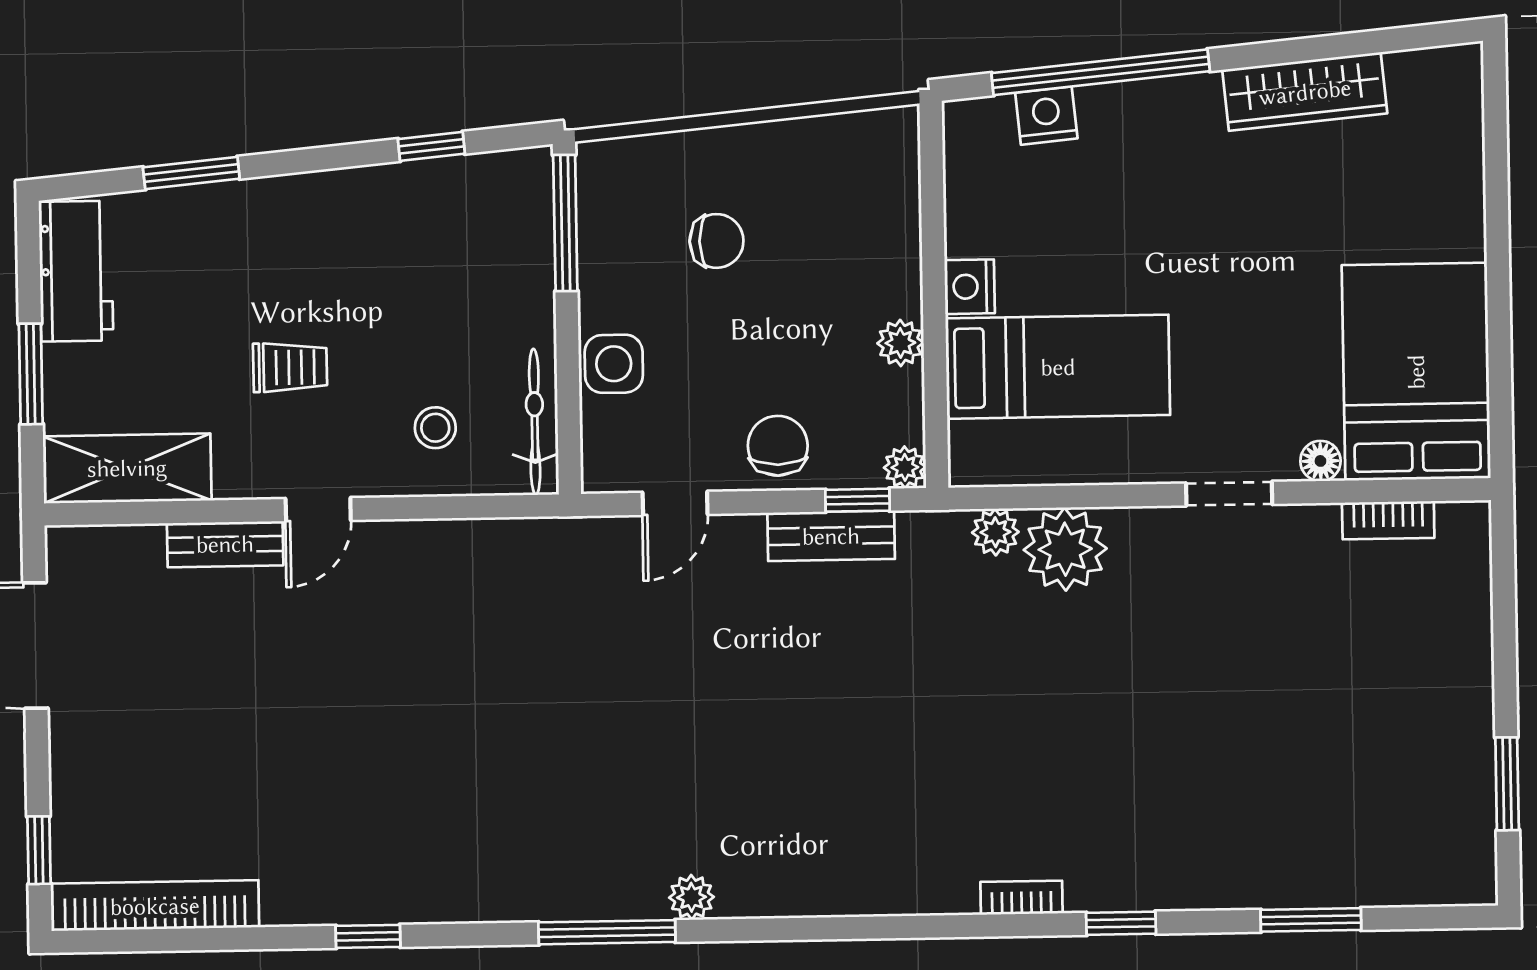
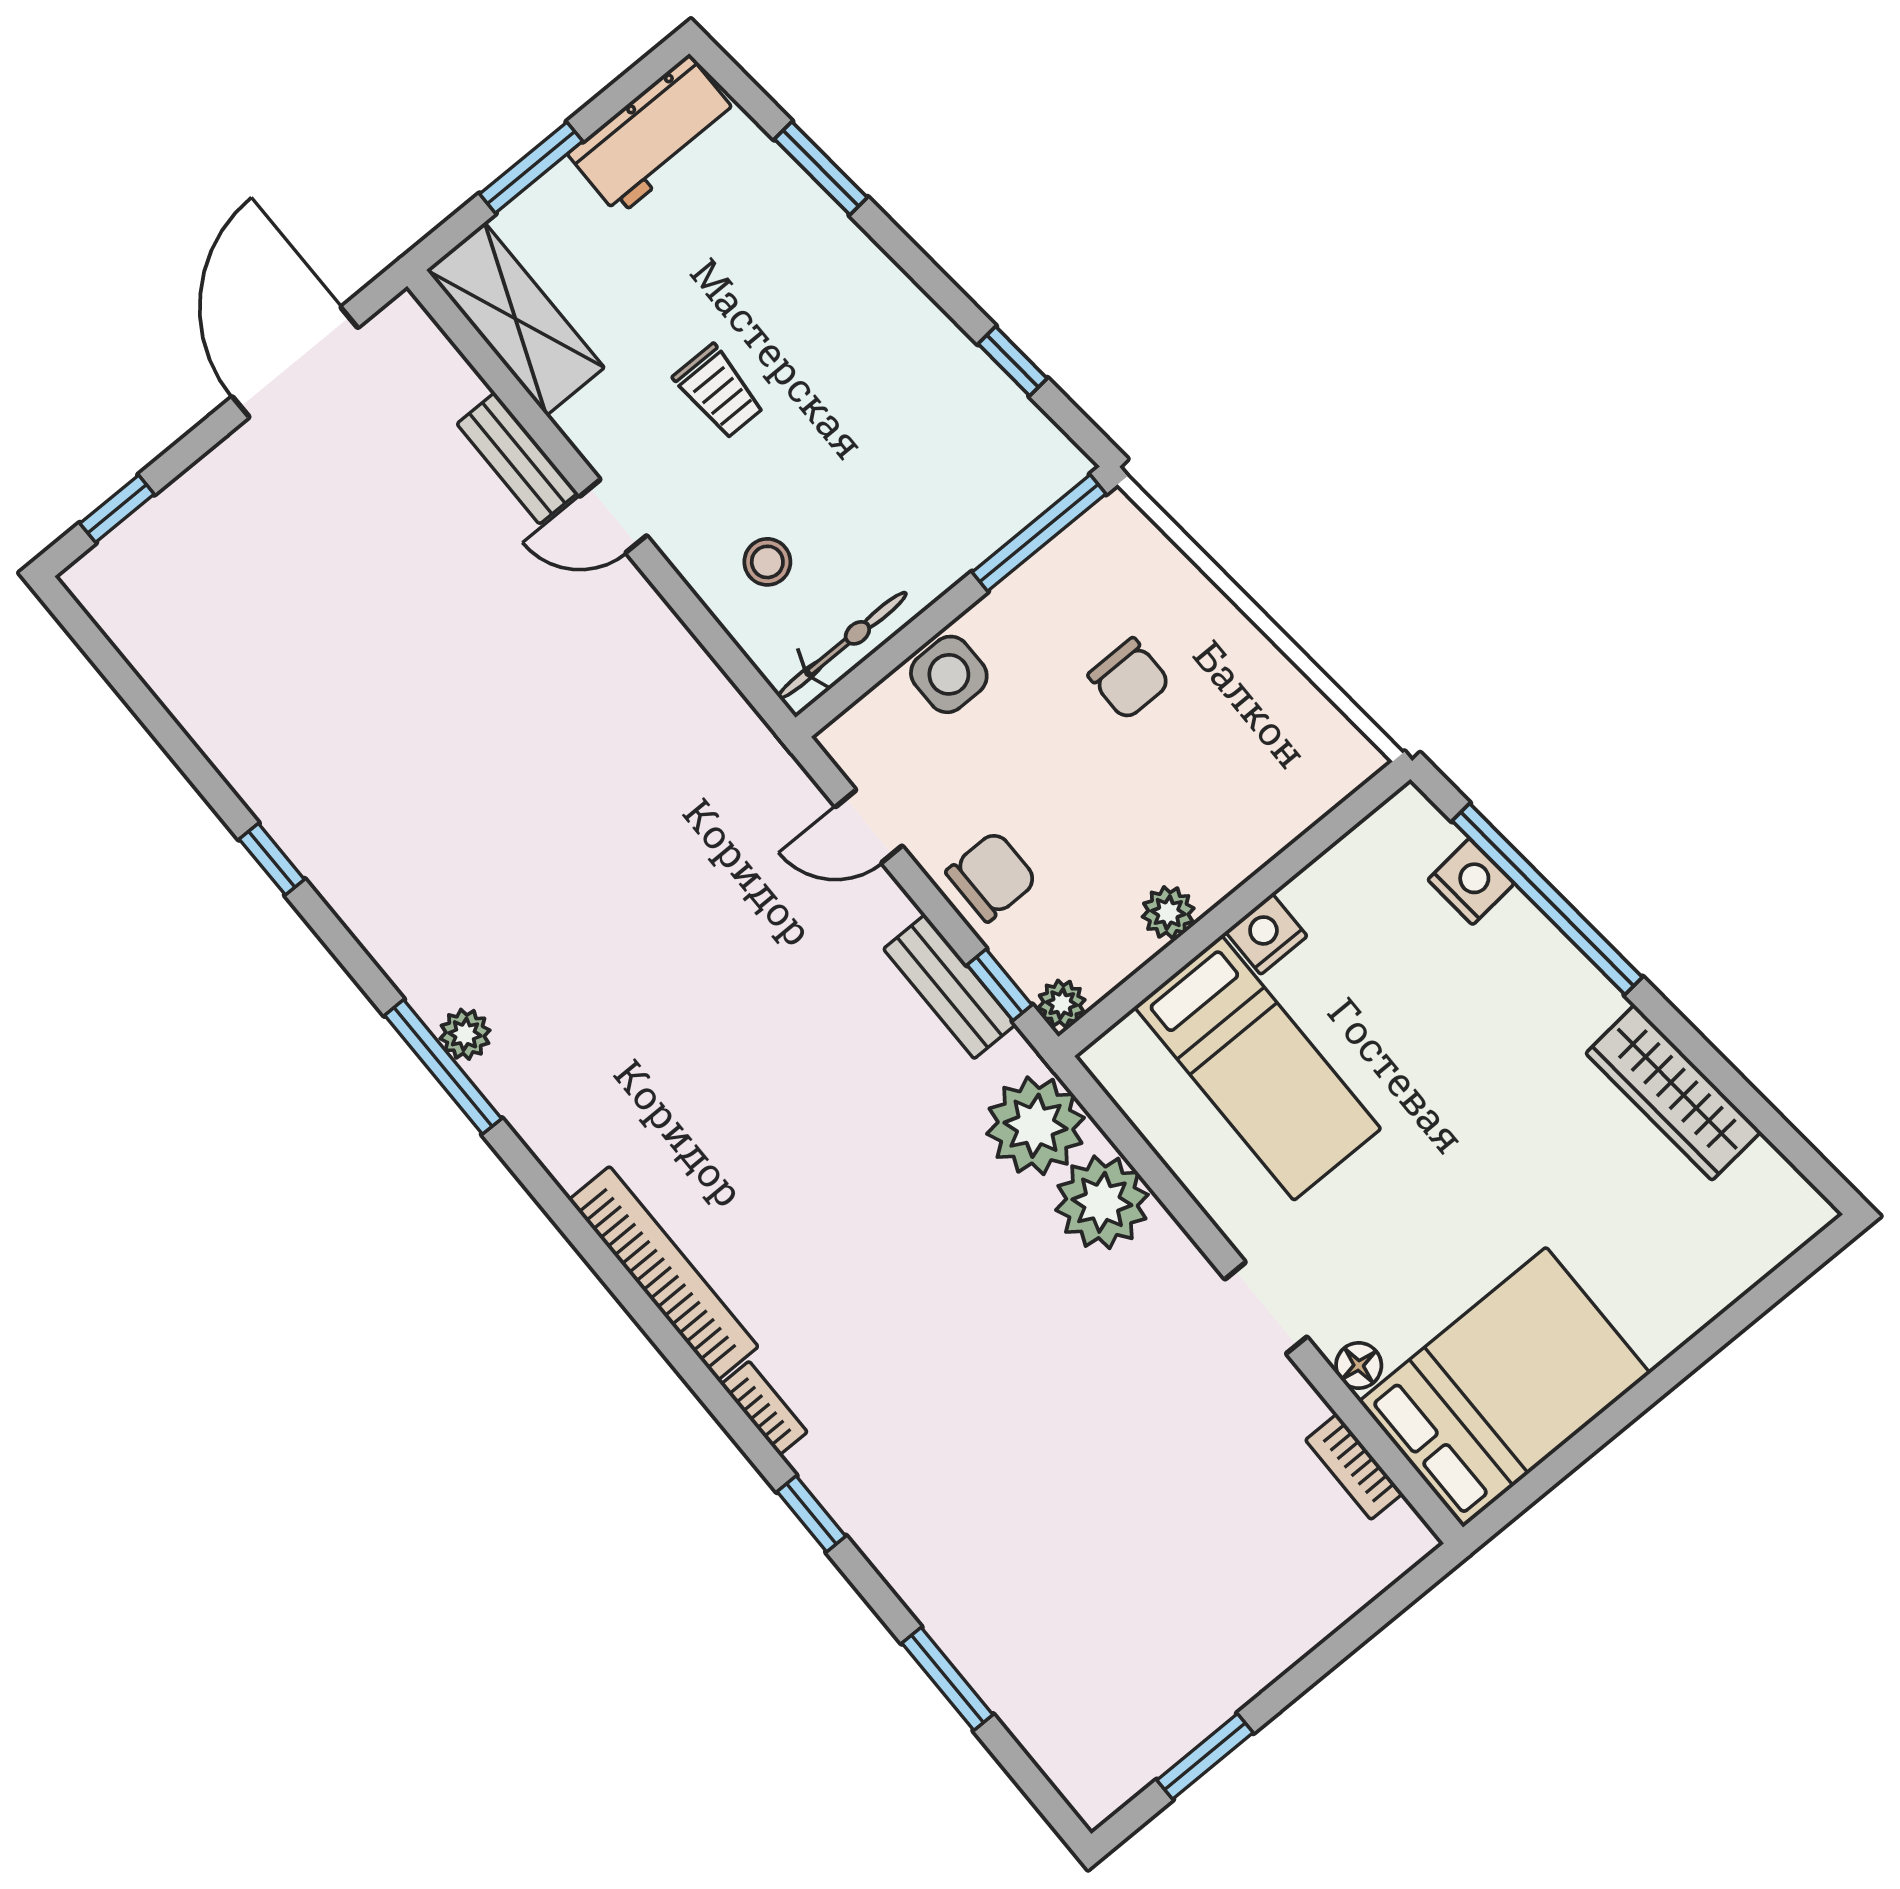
plant: (995, 532) -> (1036, 1126), width x1.87, depth x1.87
plant: (691, 897) -> (465, 1034), moved
bookcase: (155, 906) -> (664, 1273), moved

